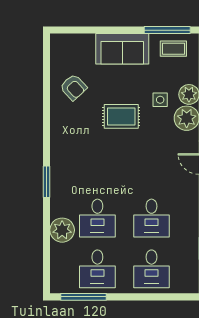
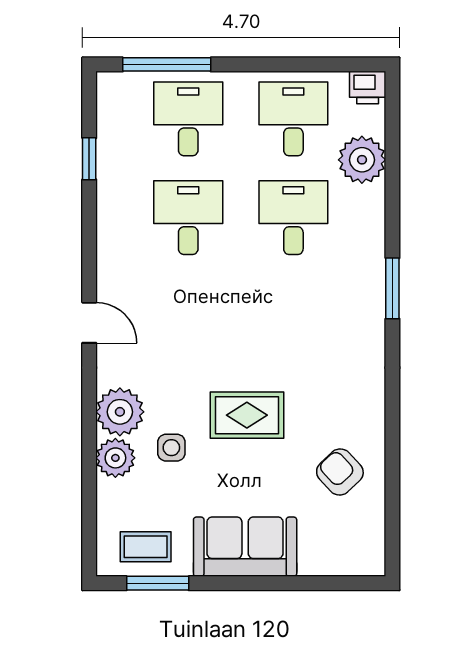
window: (167, 30) -> (158, 583), width x0.69
plant: (62, 230) -> (362, 160), moved
printer: (59, 285) -> (368, 87), added
window: (83, 297) -> (167, 64), moved

